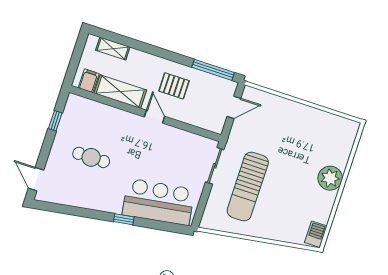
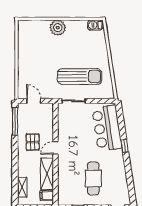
cafe table: (91, 157) -> (93, 178), width x1.37, depth x1.35

